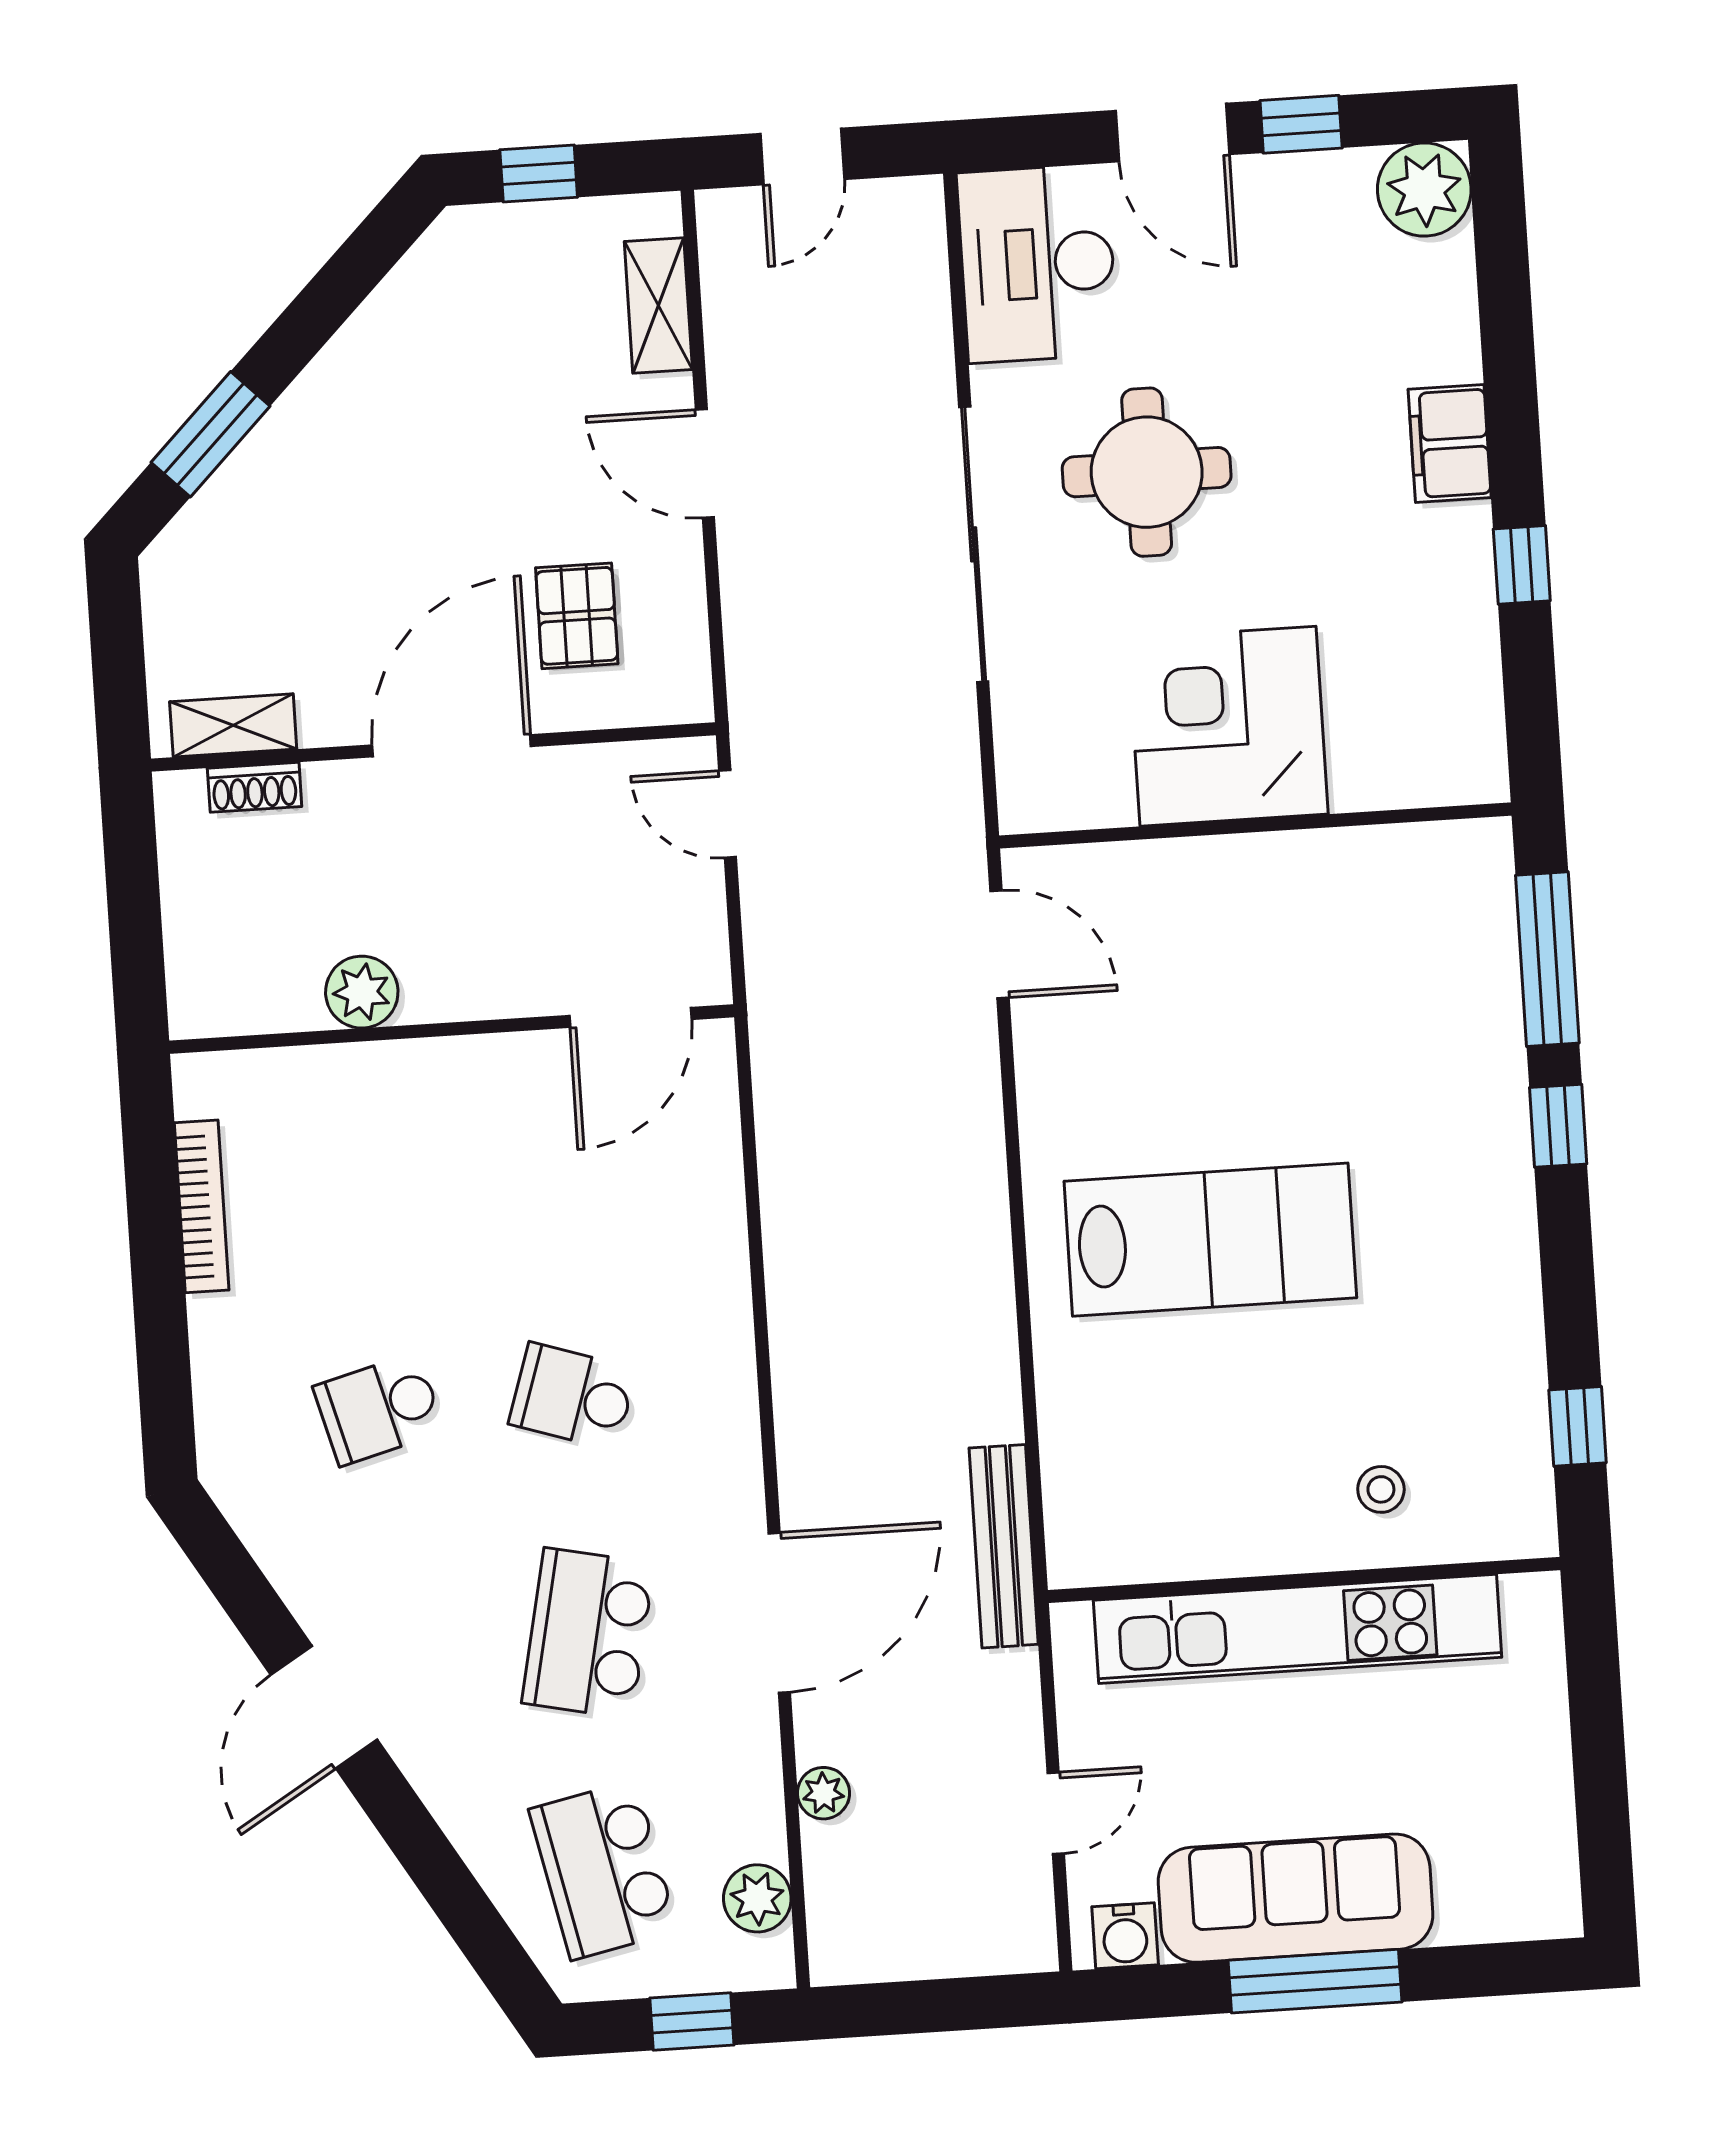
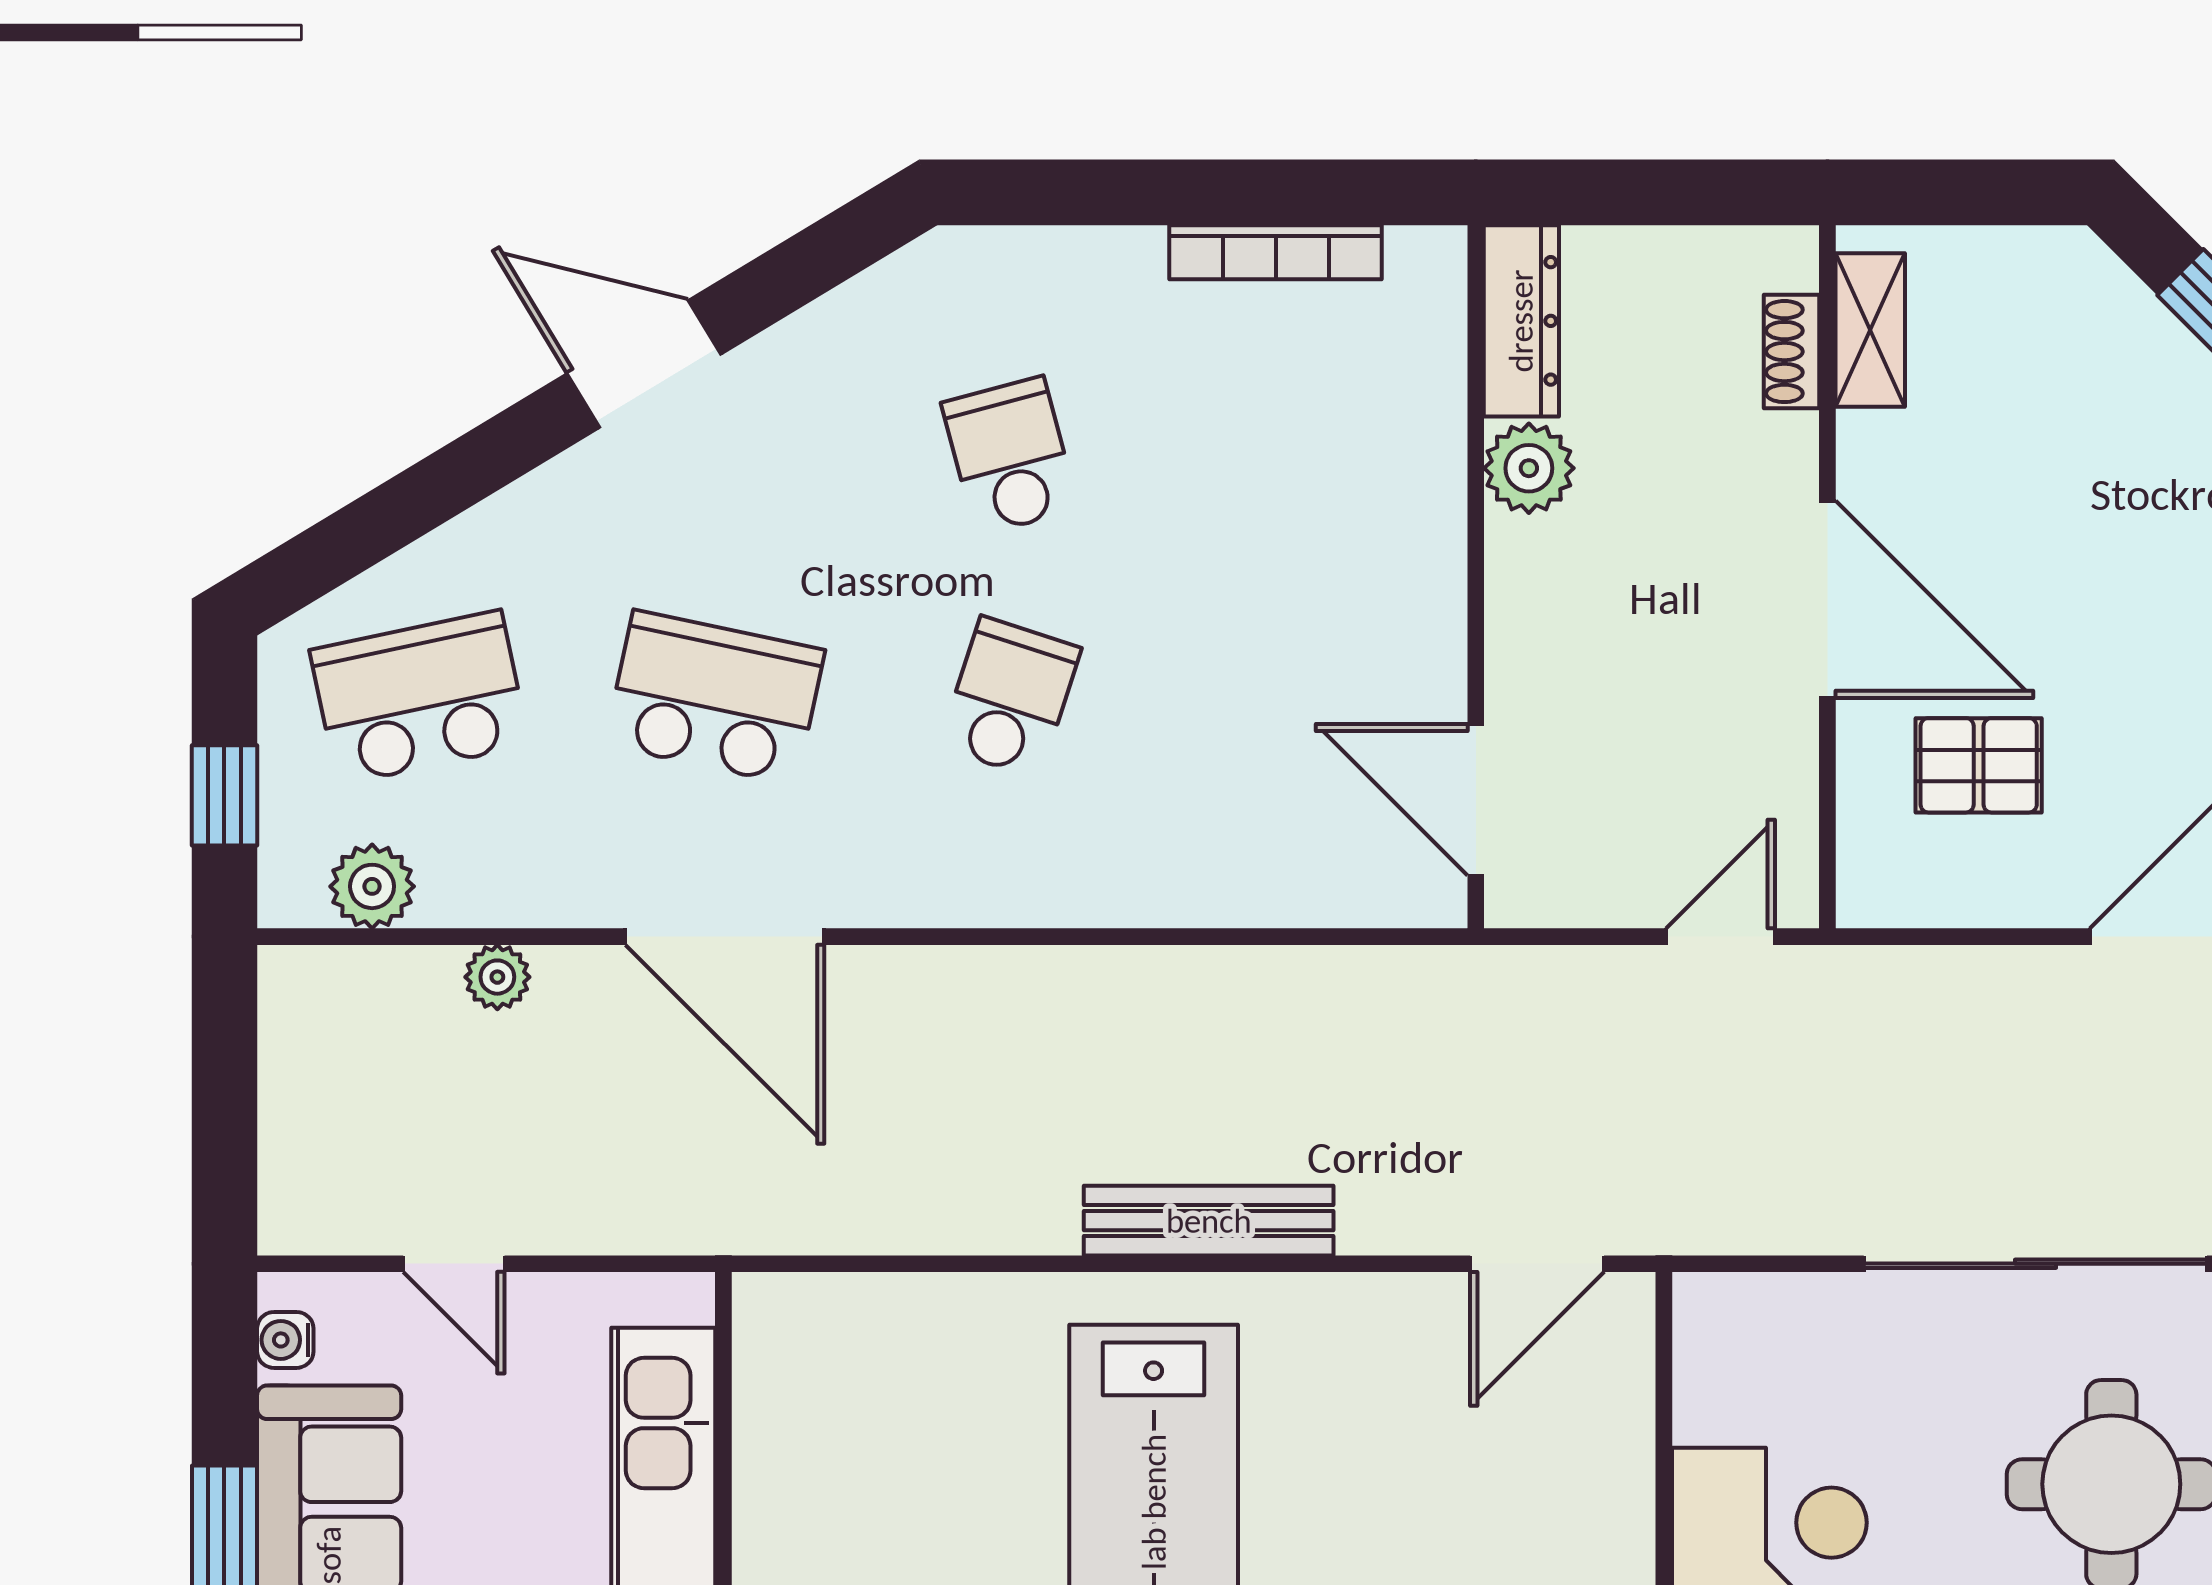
dresser: (244, 1006) -> (1521, 321), added
bench: (1004, 1546) -> (1209, 1221), moved
water cooler: (1125, 1936) -> (285, 1340), width x0.72, depth x0.72

